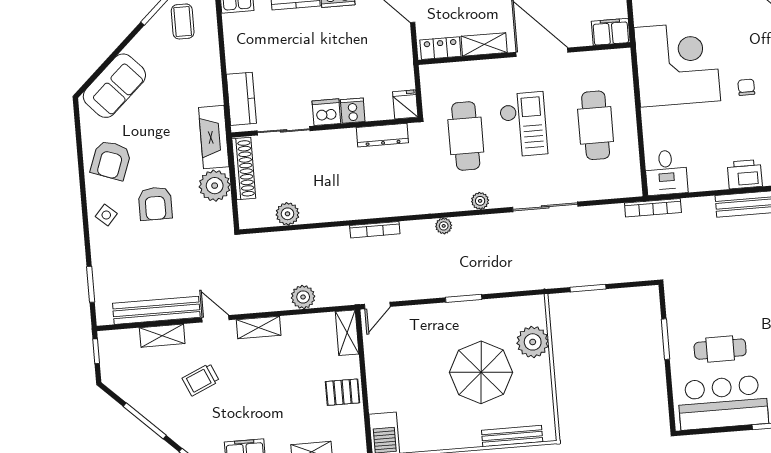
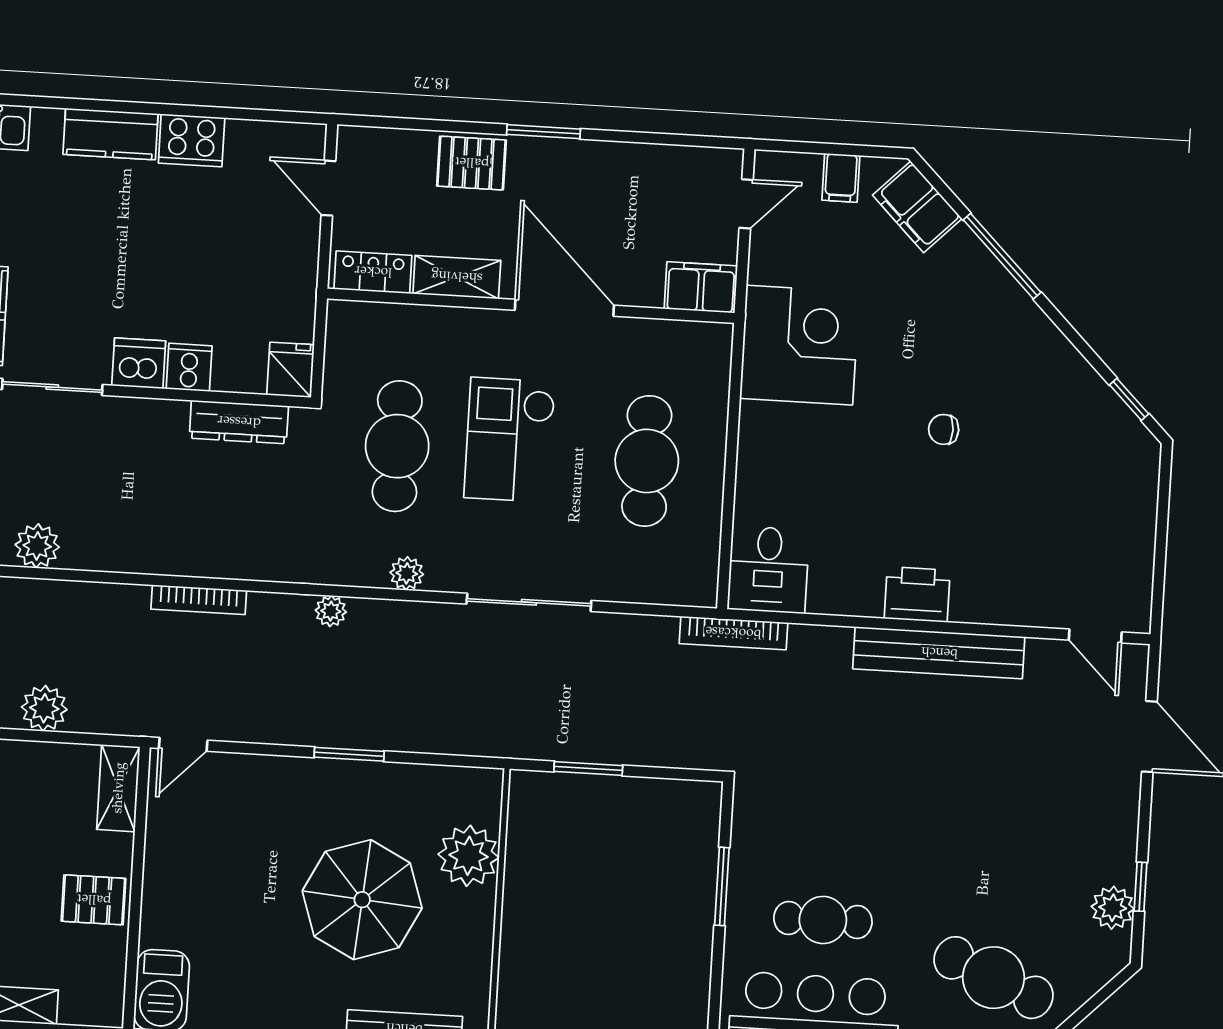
corner desk: (677, 64) -> (799, 345), width x0.74, depth x0.74
chair: (746, 87) -> (944, 429), turned -90
checkout: (523, 124) -> (510, 440), turned 180

